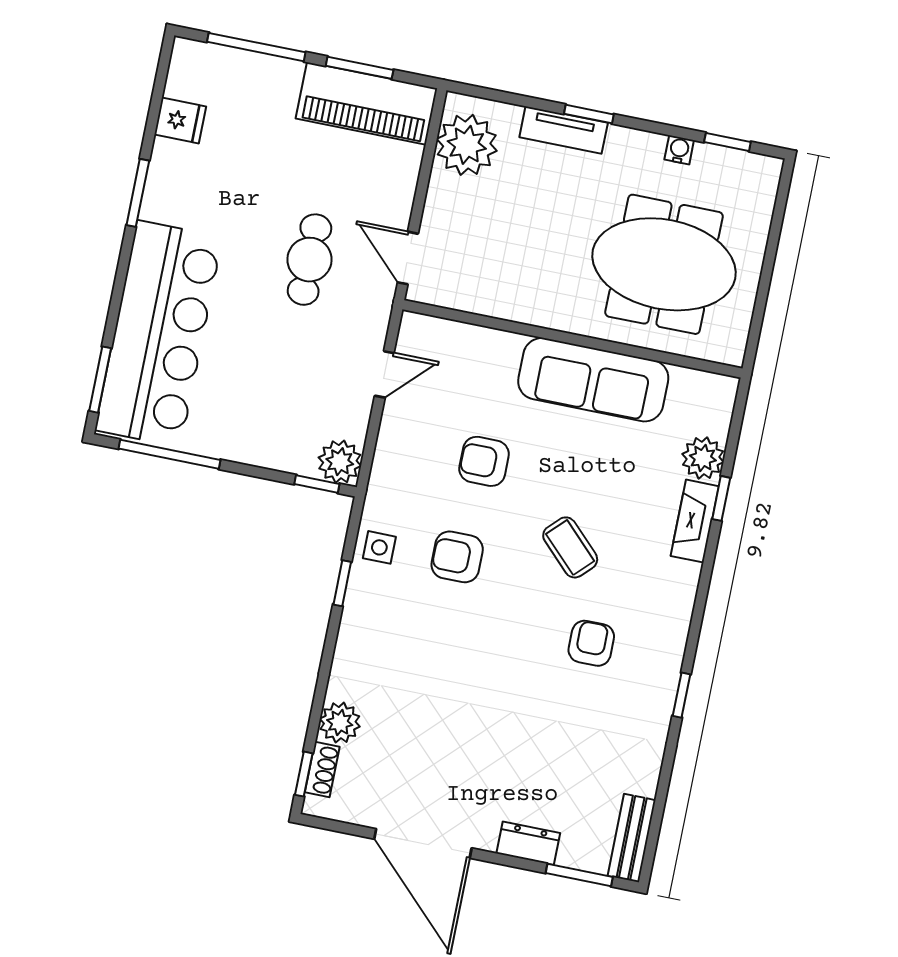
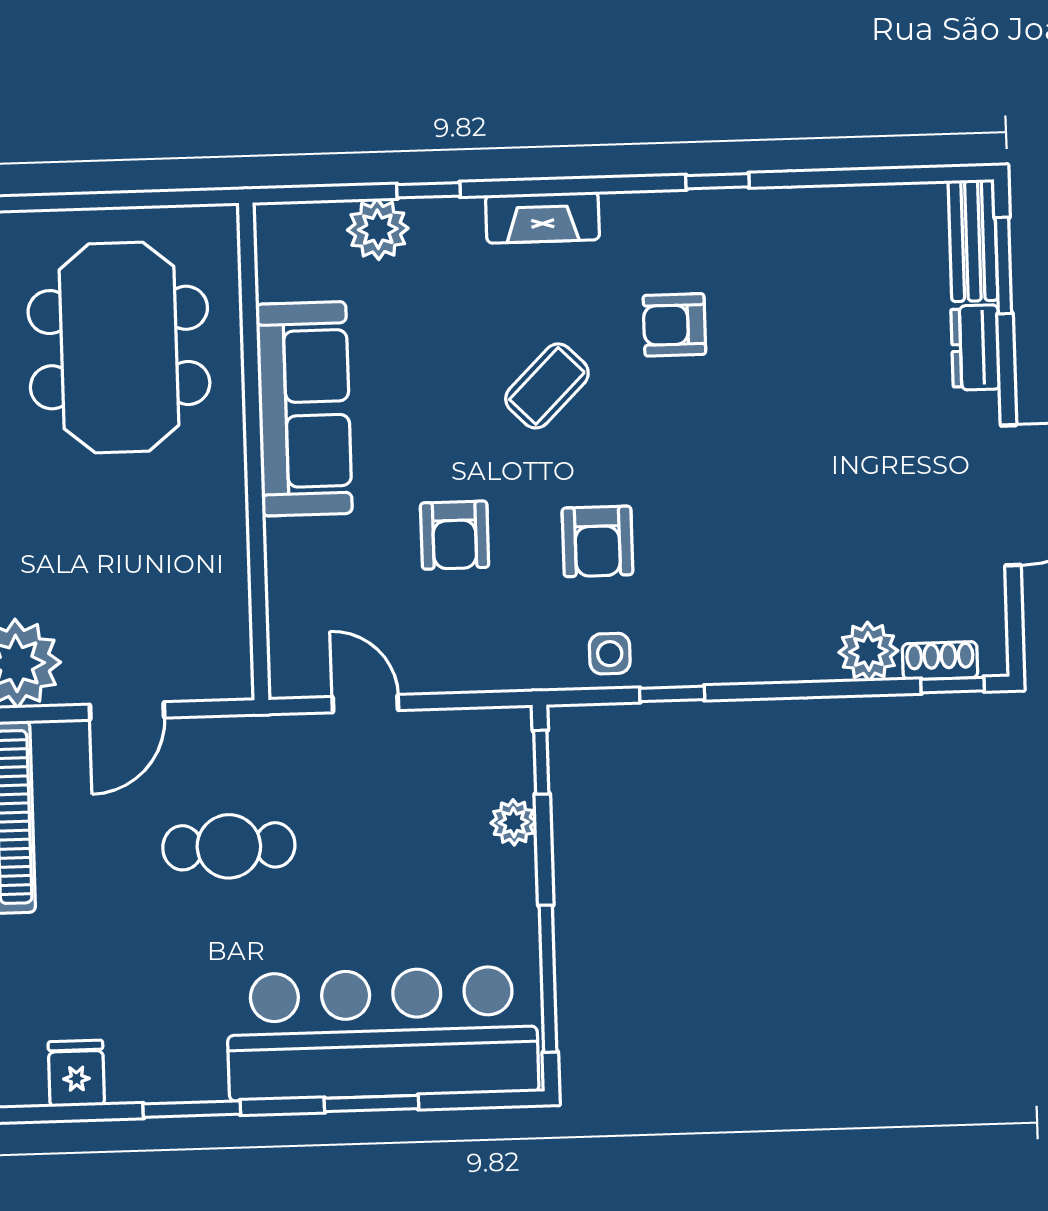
door: (408, 258) -> (127, 711), moved
window: (100, 380) -> (371, 1103), moved
plant: (340, 462) -> (514, 822), moved, width x0.73, depth x0.73
fireplace: (695, 521) -> (542, 218), moved
bench: (632, 838) -> (973, 240), moved, turned 90

